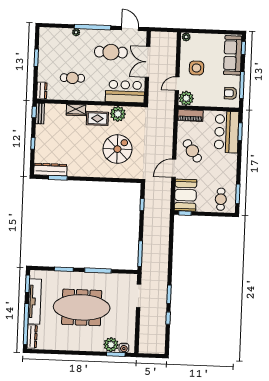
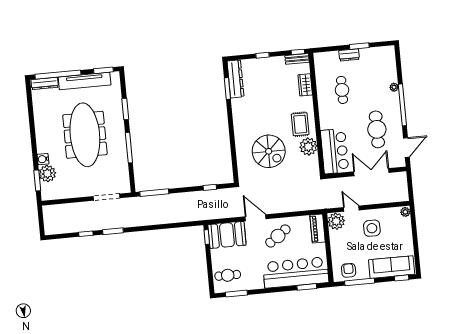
dresser: (42, 91) -> (349, 55), moved
wardrobe: (76, 110) -> (305, 85), moved
bar counter: (227, 132) -> (296, 272), width x1.36
water cooler: (124, 348) -> (43, 159), moved

